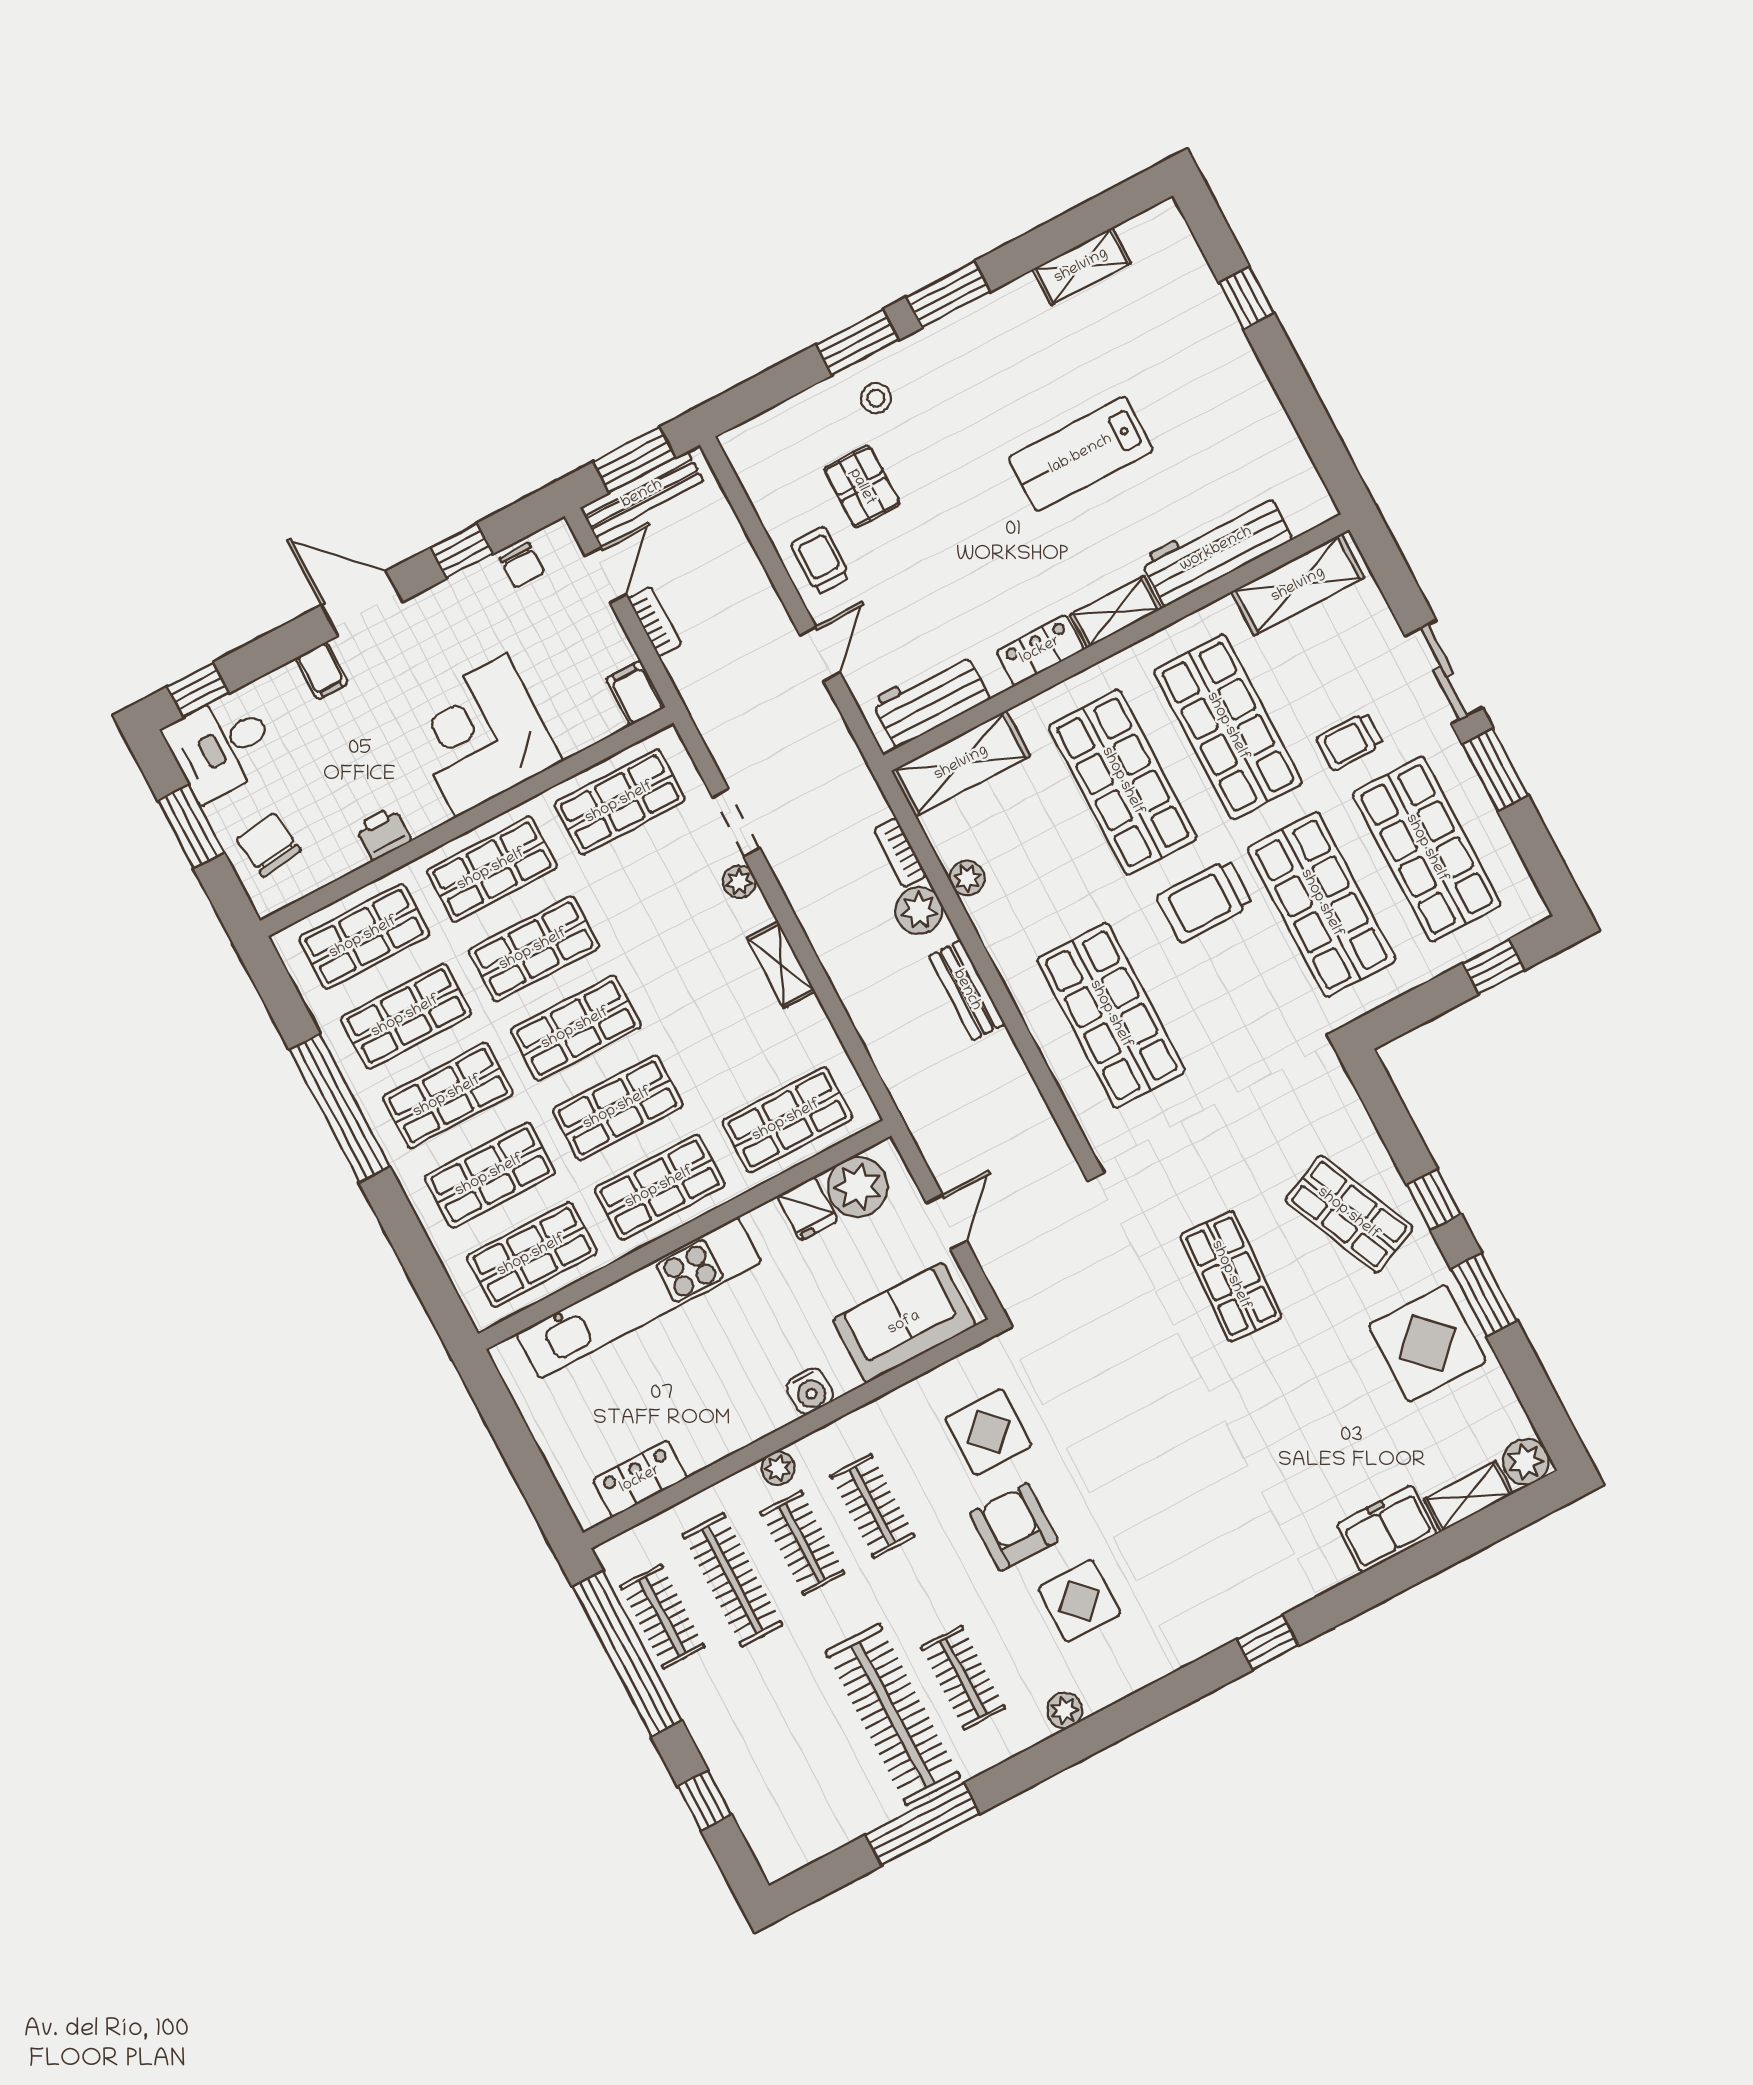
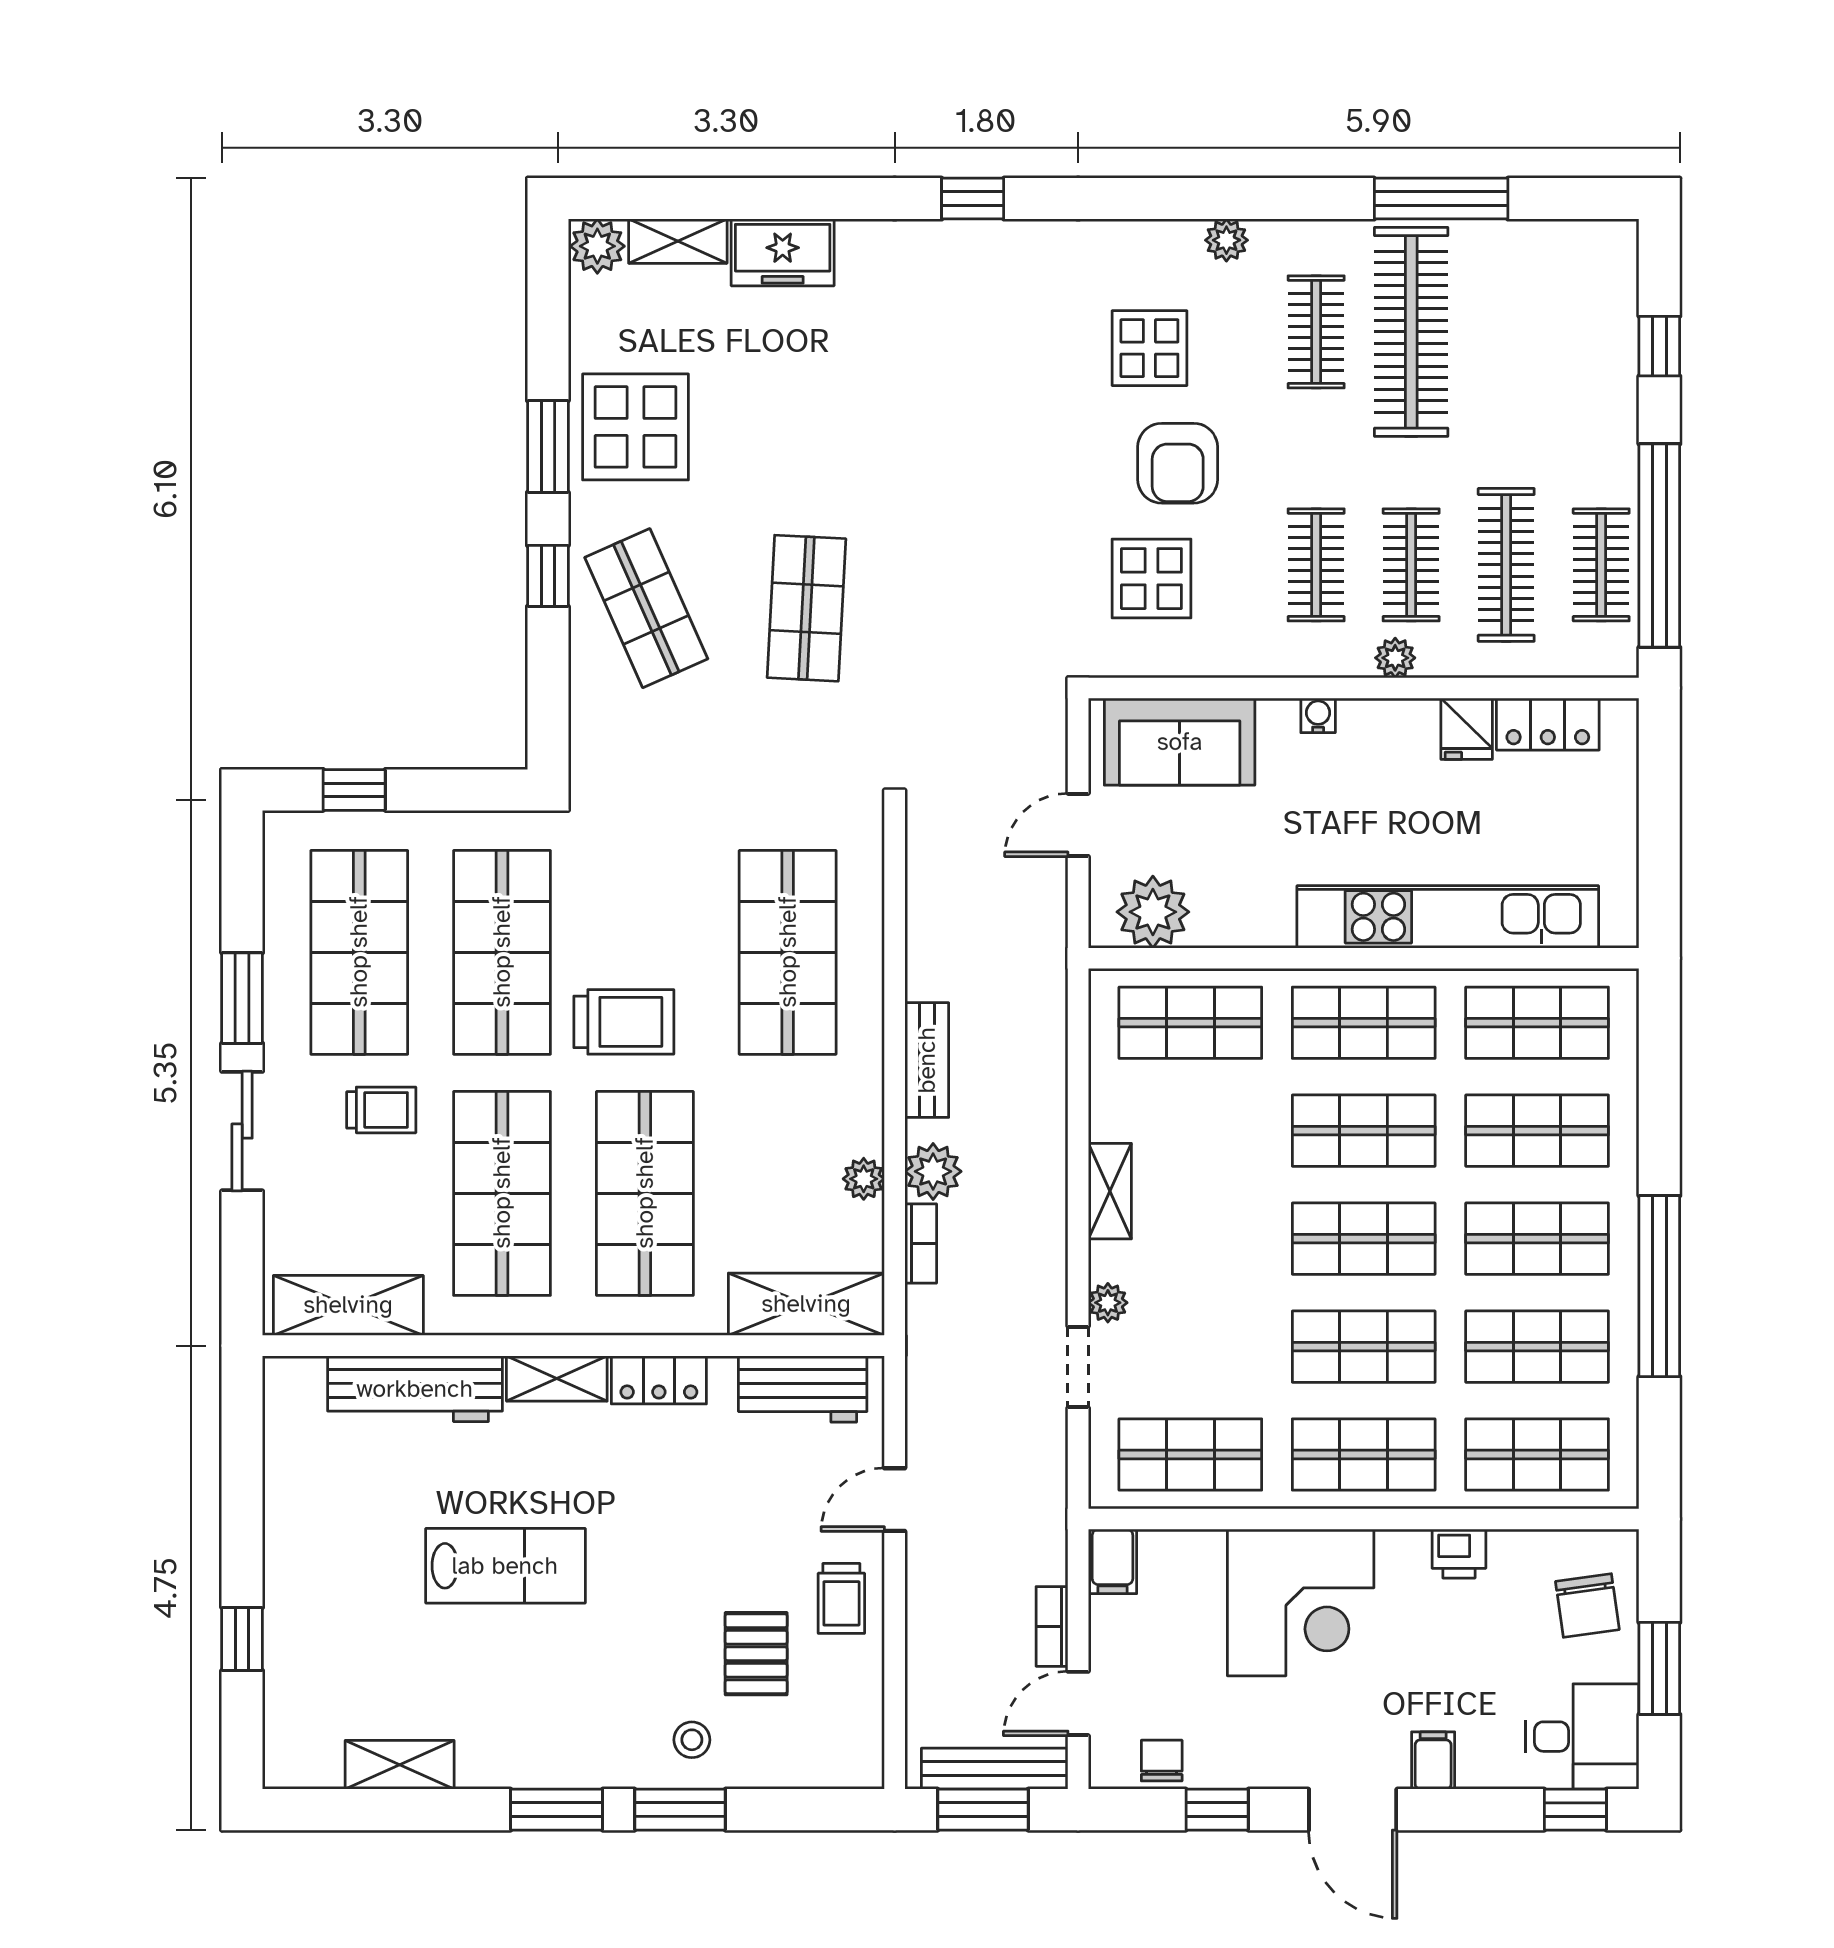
fridge: (807, 1209) -> (1467, 729), moved, turned 180
water cooler: (810, 1391) -> (1318, 715), width x0.72, depth x0.72

